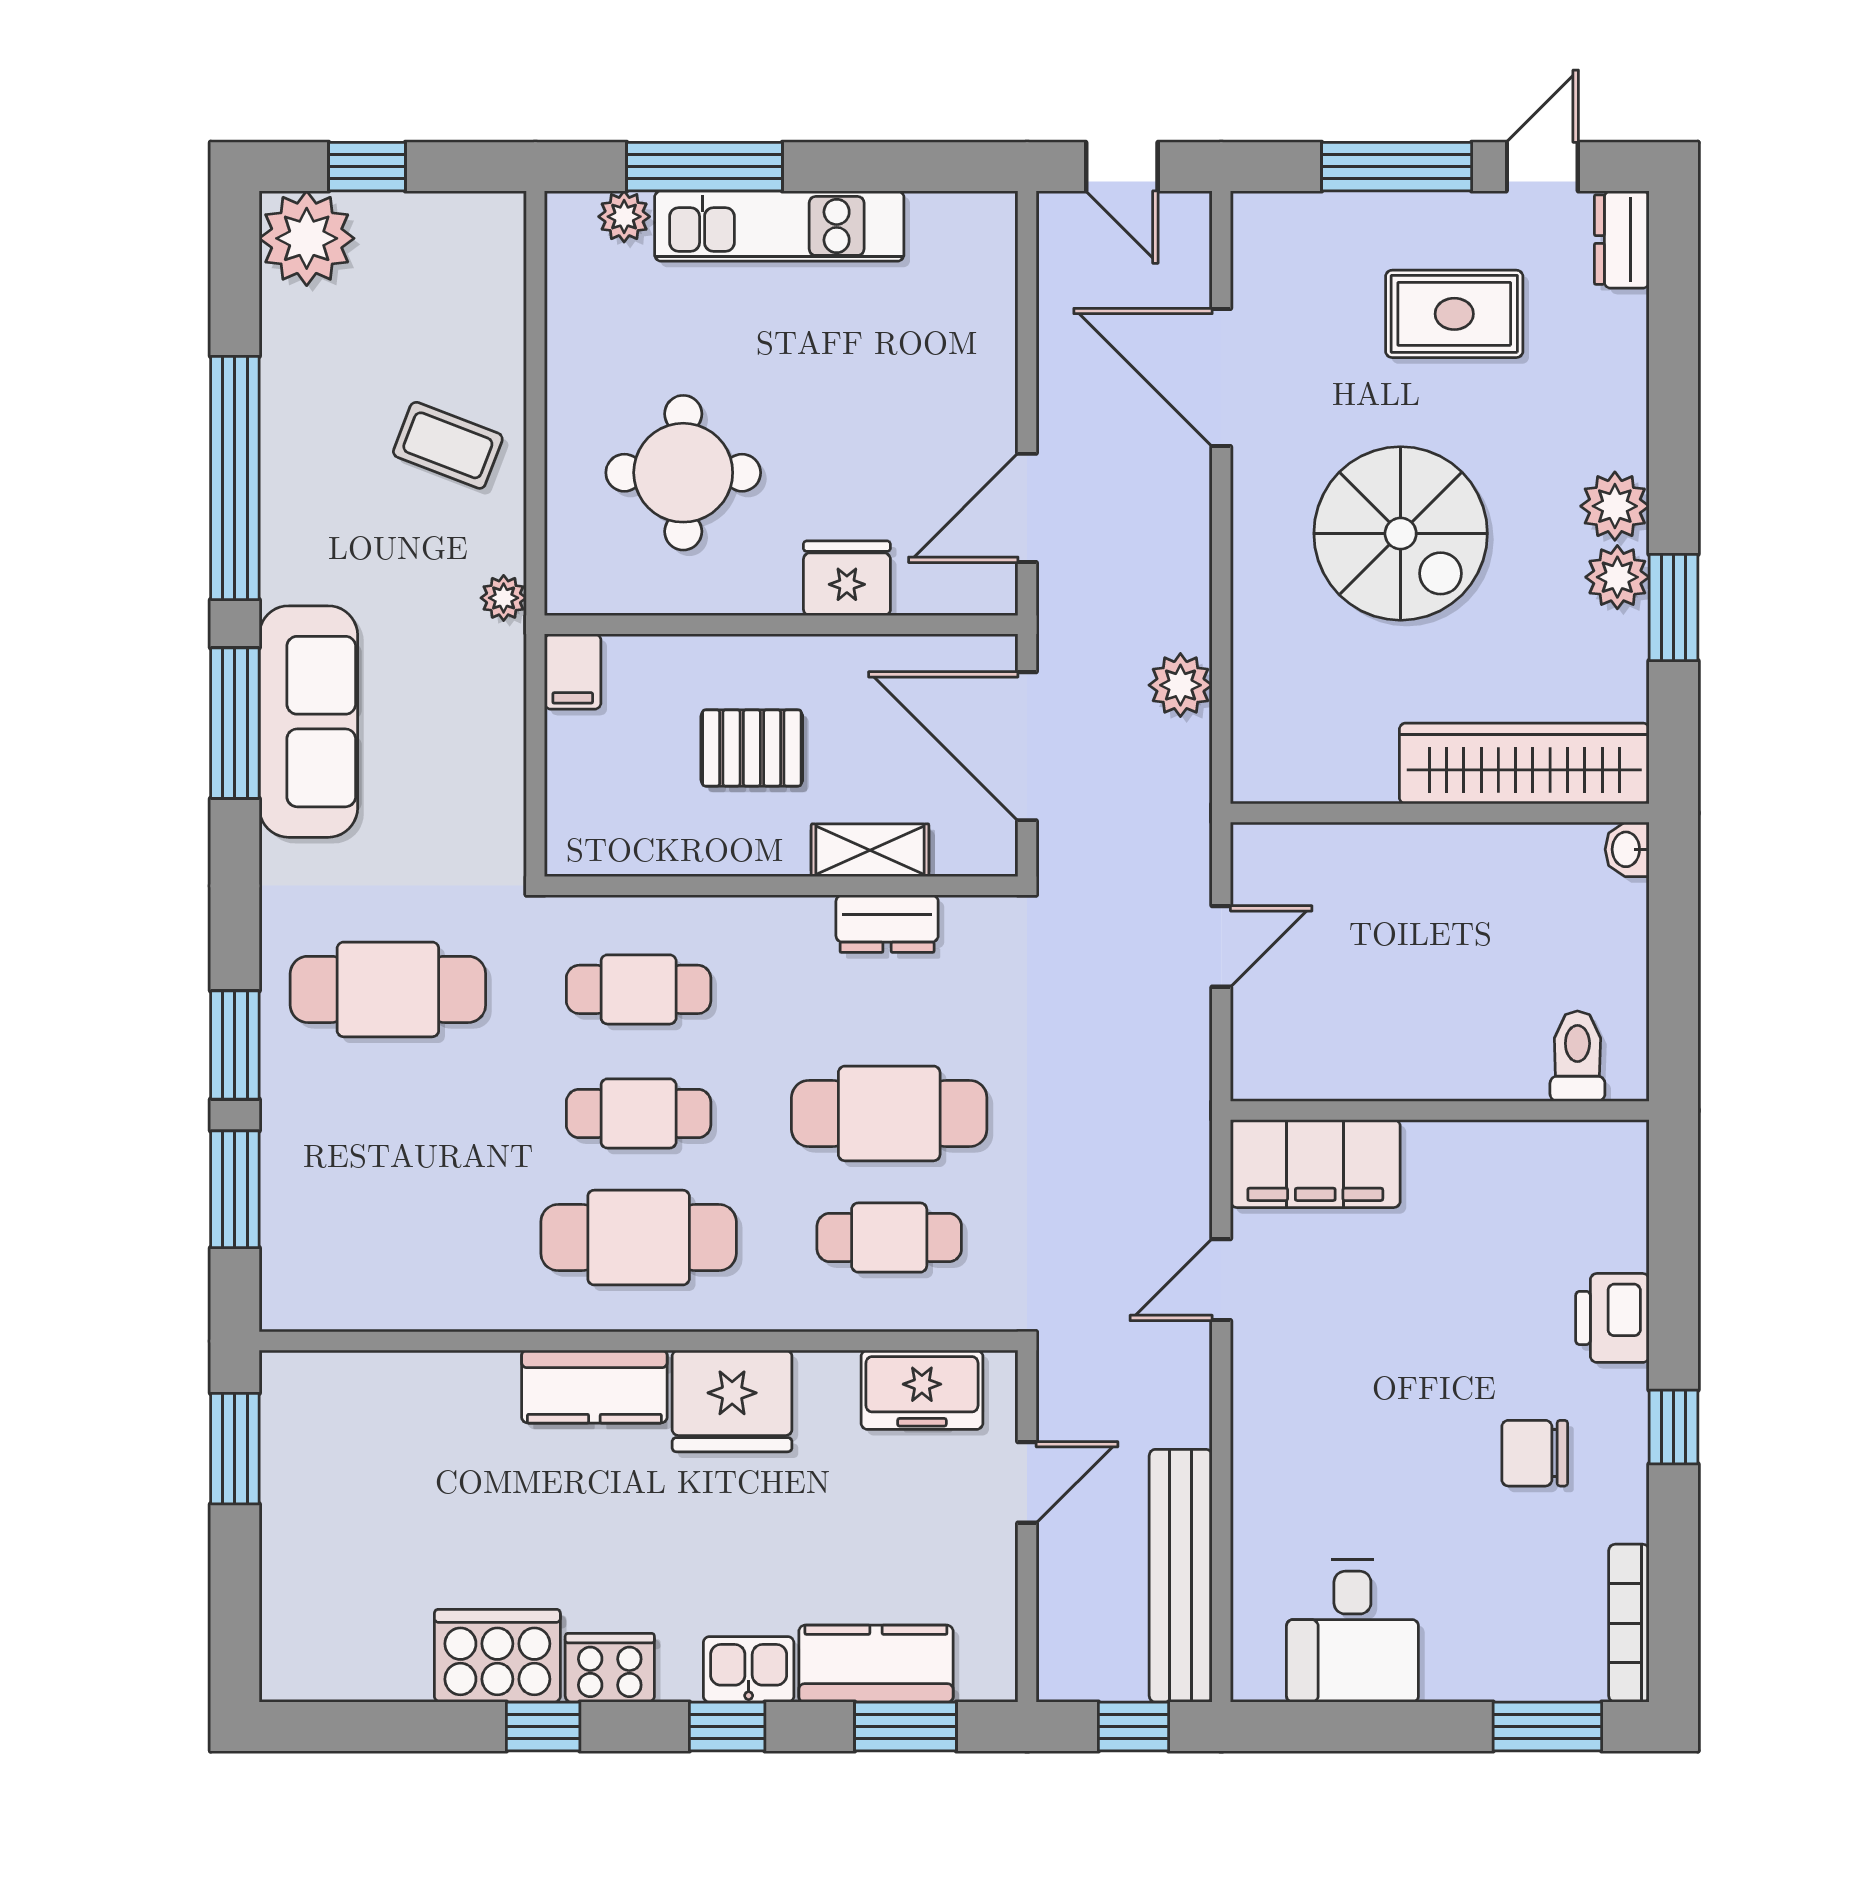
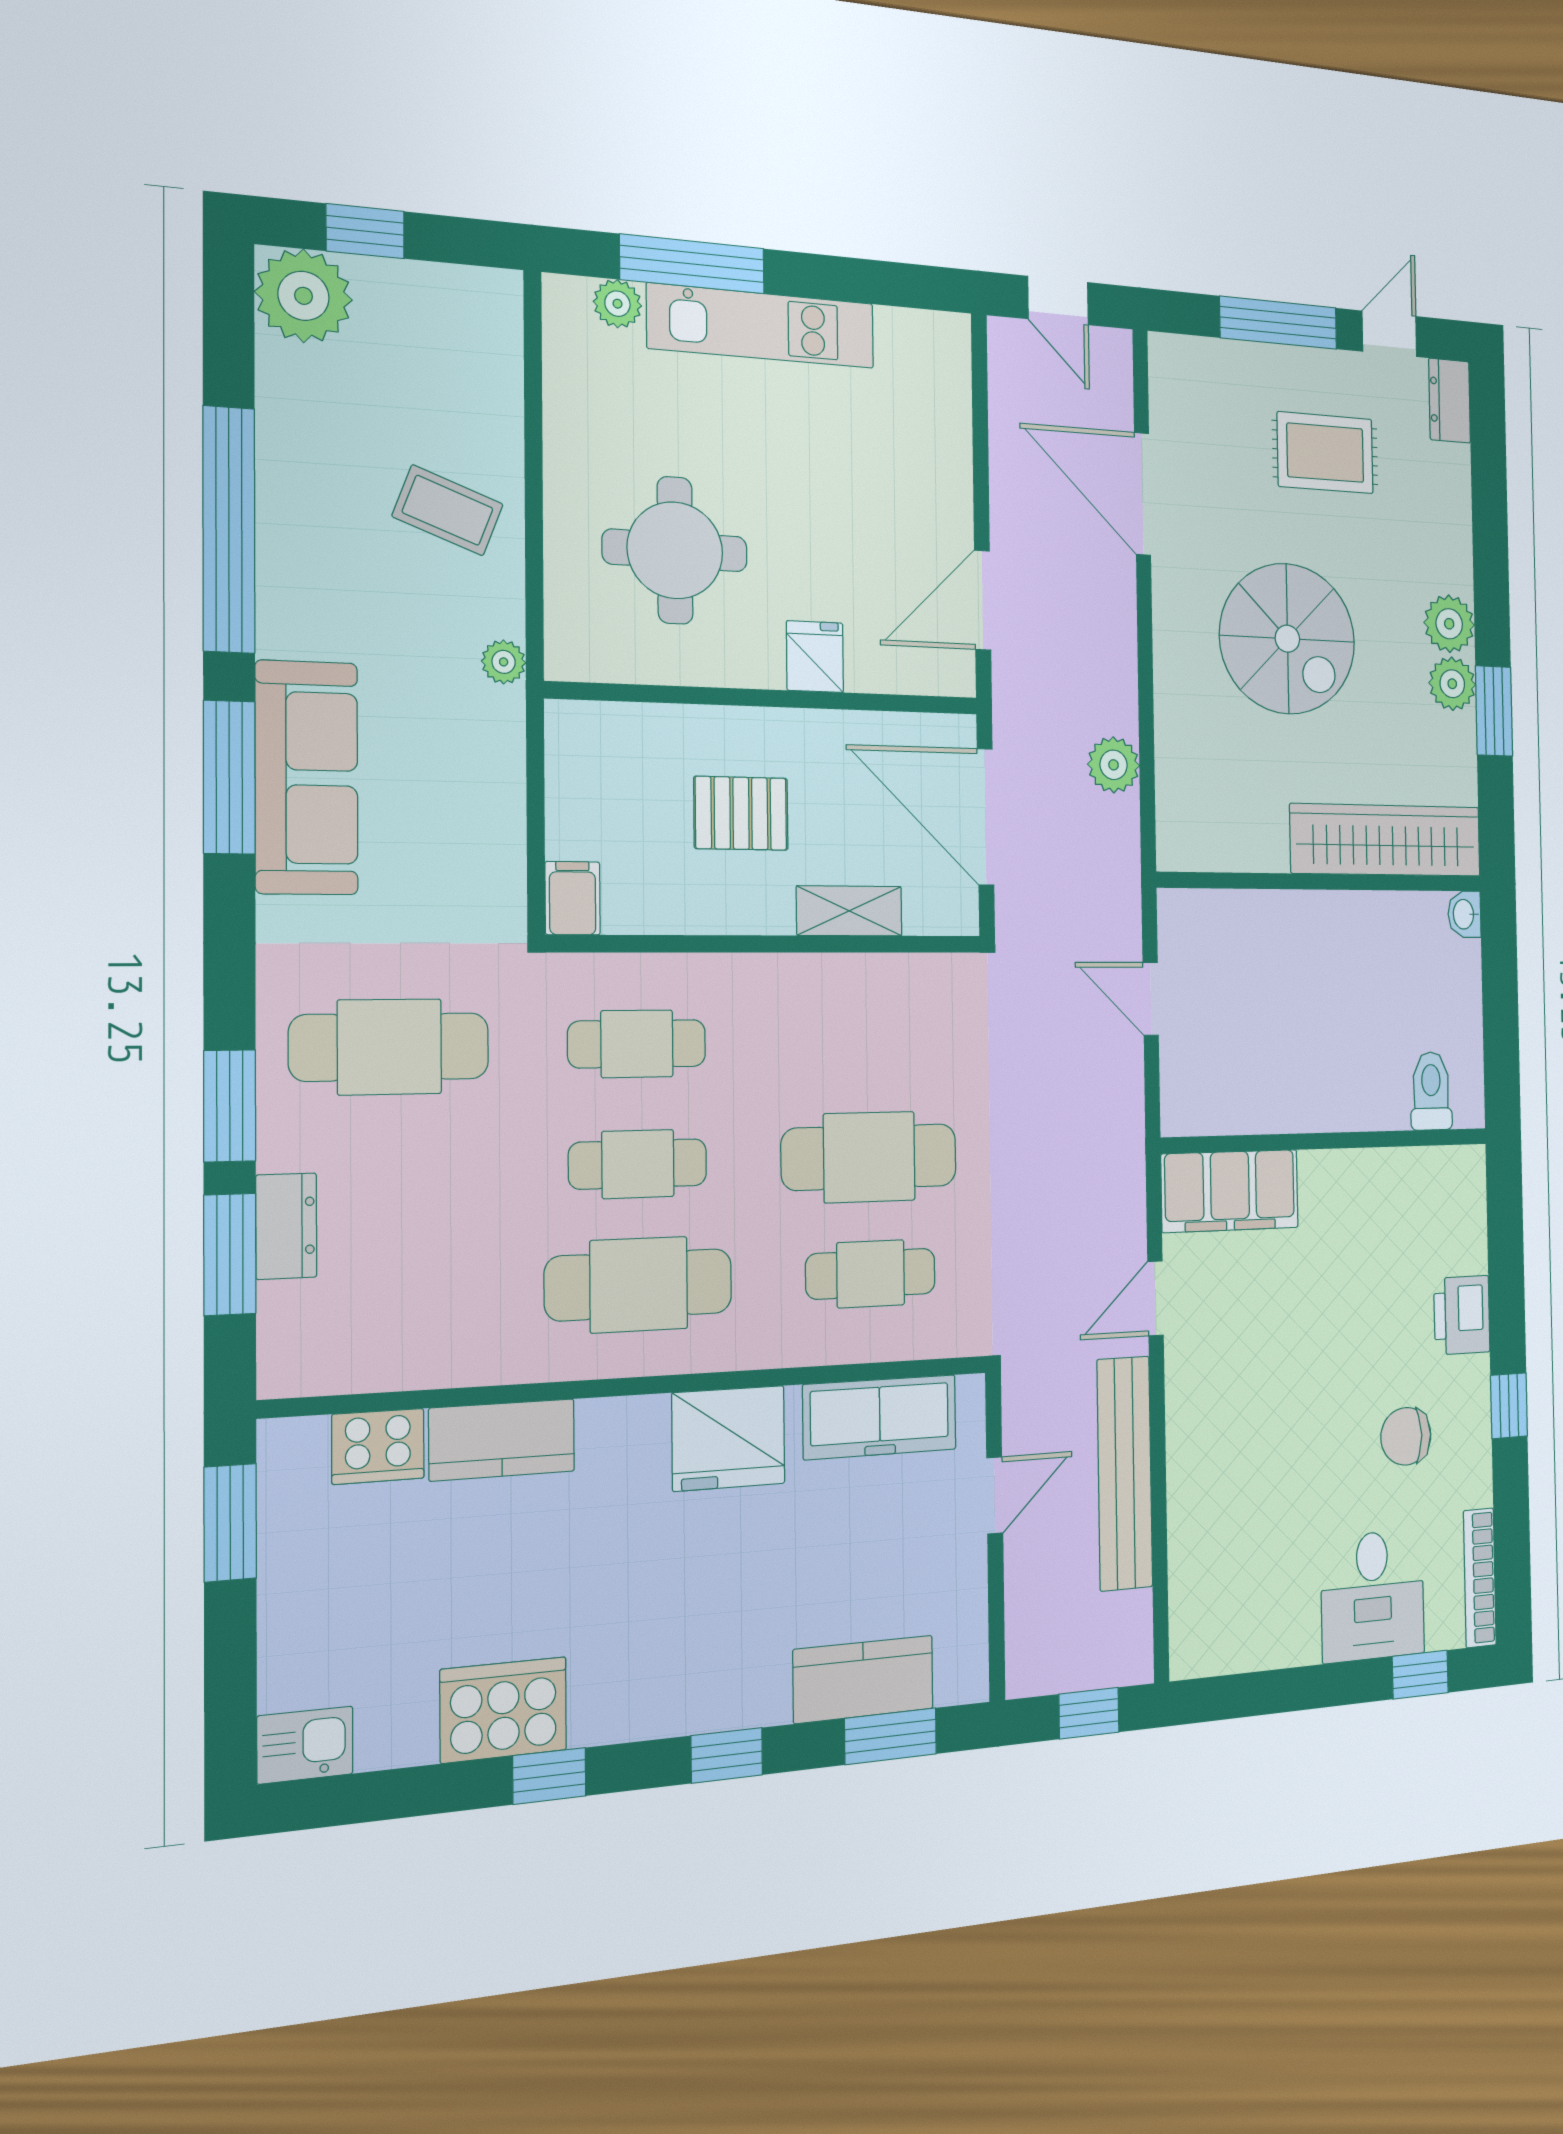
fridge: (847, 578) -> (815, 657), width x0.72
filing cabinet: (573, 672) -> (573, 898), moved, turned 180
dresser: (887, 924) -> (286, 1226), moved, turned -90
door: (1221, 946) -> (1151, 999), swing flipped
kitchen counter: (594, 1387) -> (502, 1440), moved
freezer: (922, 1390) -> (880, 1417), width x1.40
bench: (1181, 1576) -> (1125, 1473), moved
desk: (1352, 1631) -> (1373, 1596), moved
cooker: (610, 1668) -> (378, 1446), moved, turned 180
kitchen sink: (749, 1669) -> (305, 1745), moved
window: (1547, 1727) -> (1420, 1675), width x0.67

